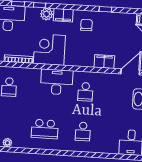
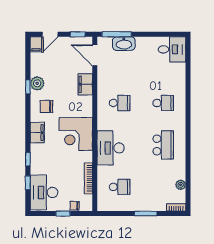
plant: (47, 14) -> (37, 83), moved
corner desk: (49, 50) -> (76, 134), moved
desk: (57, 82) -> (111, 148), moved

